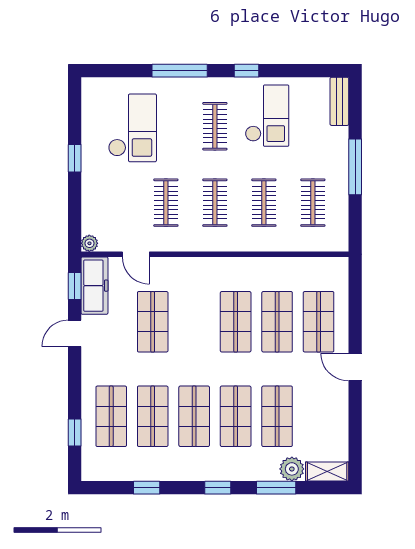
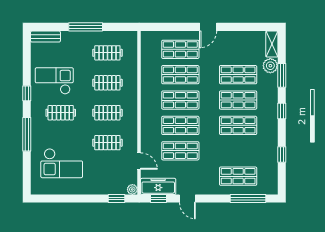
checkout: (132, 128) -> (62, 163), turned 180
window: (75, 158) -> (116, 199), moved
door: (136, 254) -> (139, 161), hinge flipped
shop shelf: (153, 416) -> (180, 125), moved
window: (75, 433) -> (248, 199), width x2.17

